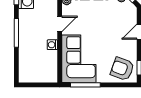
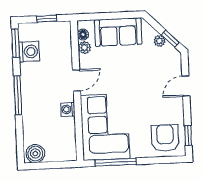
armchair: (122, 69) -> (165, 138), turned 70
boiler: (27, 76) -> (35, 154), added

